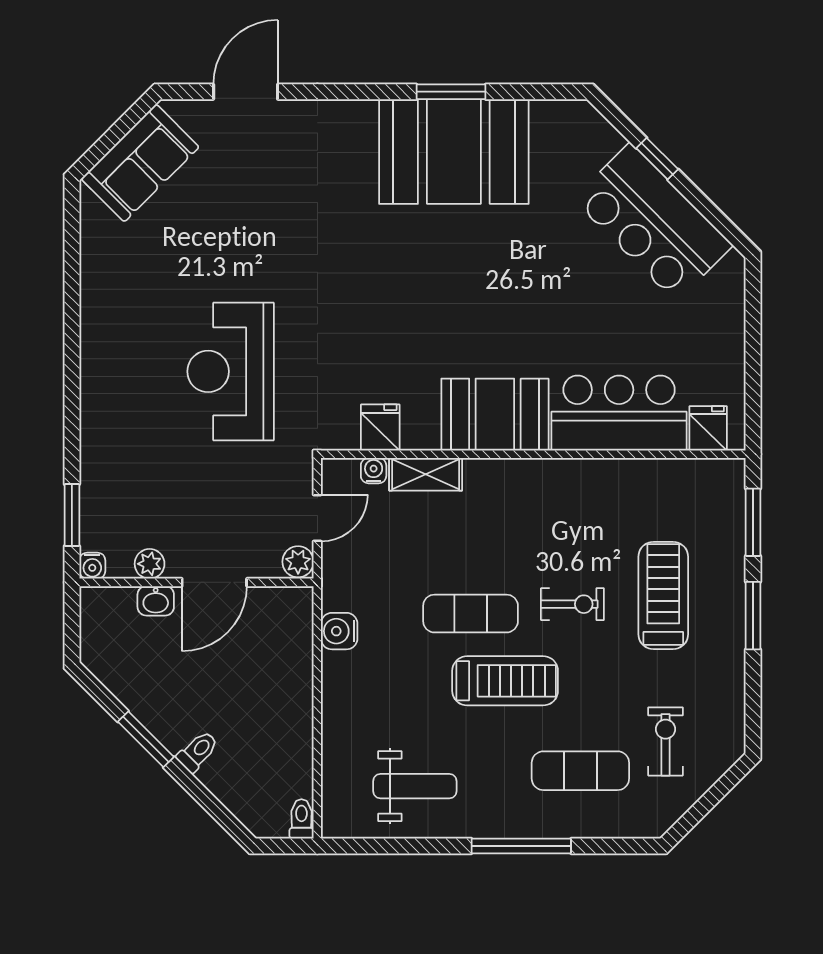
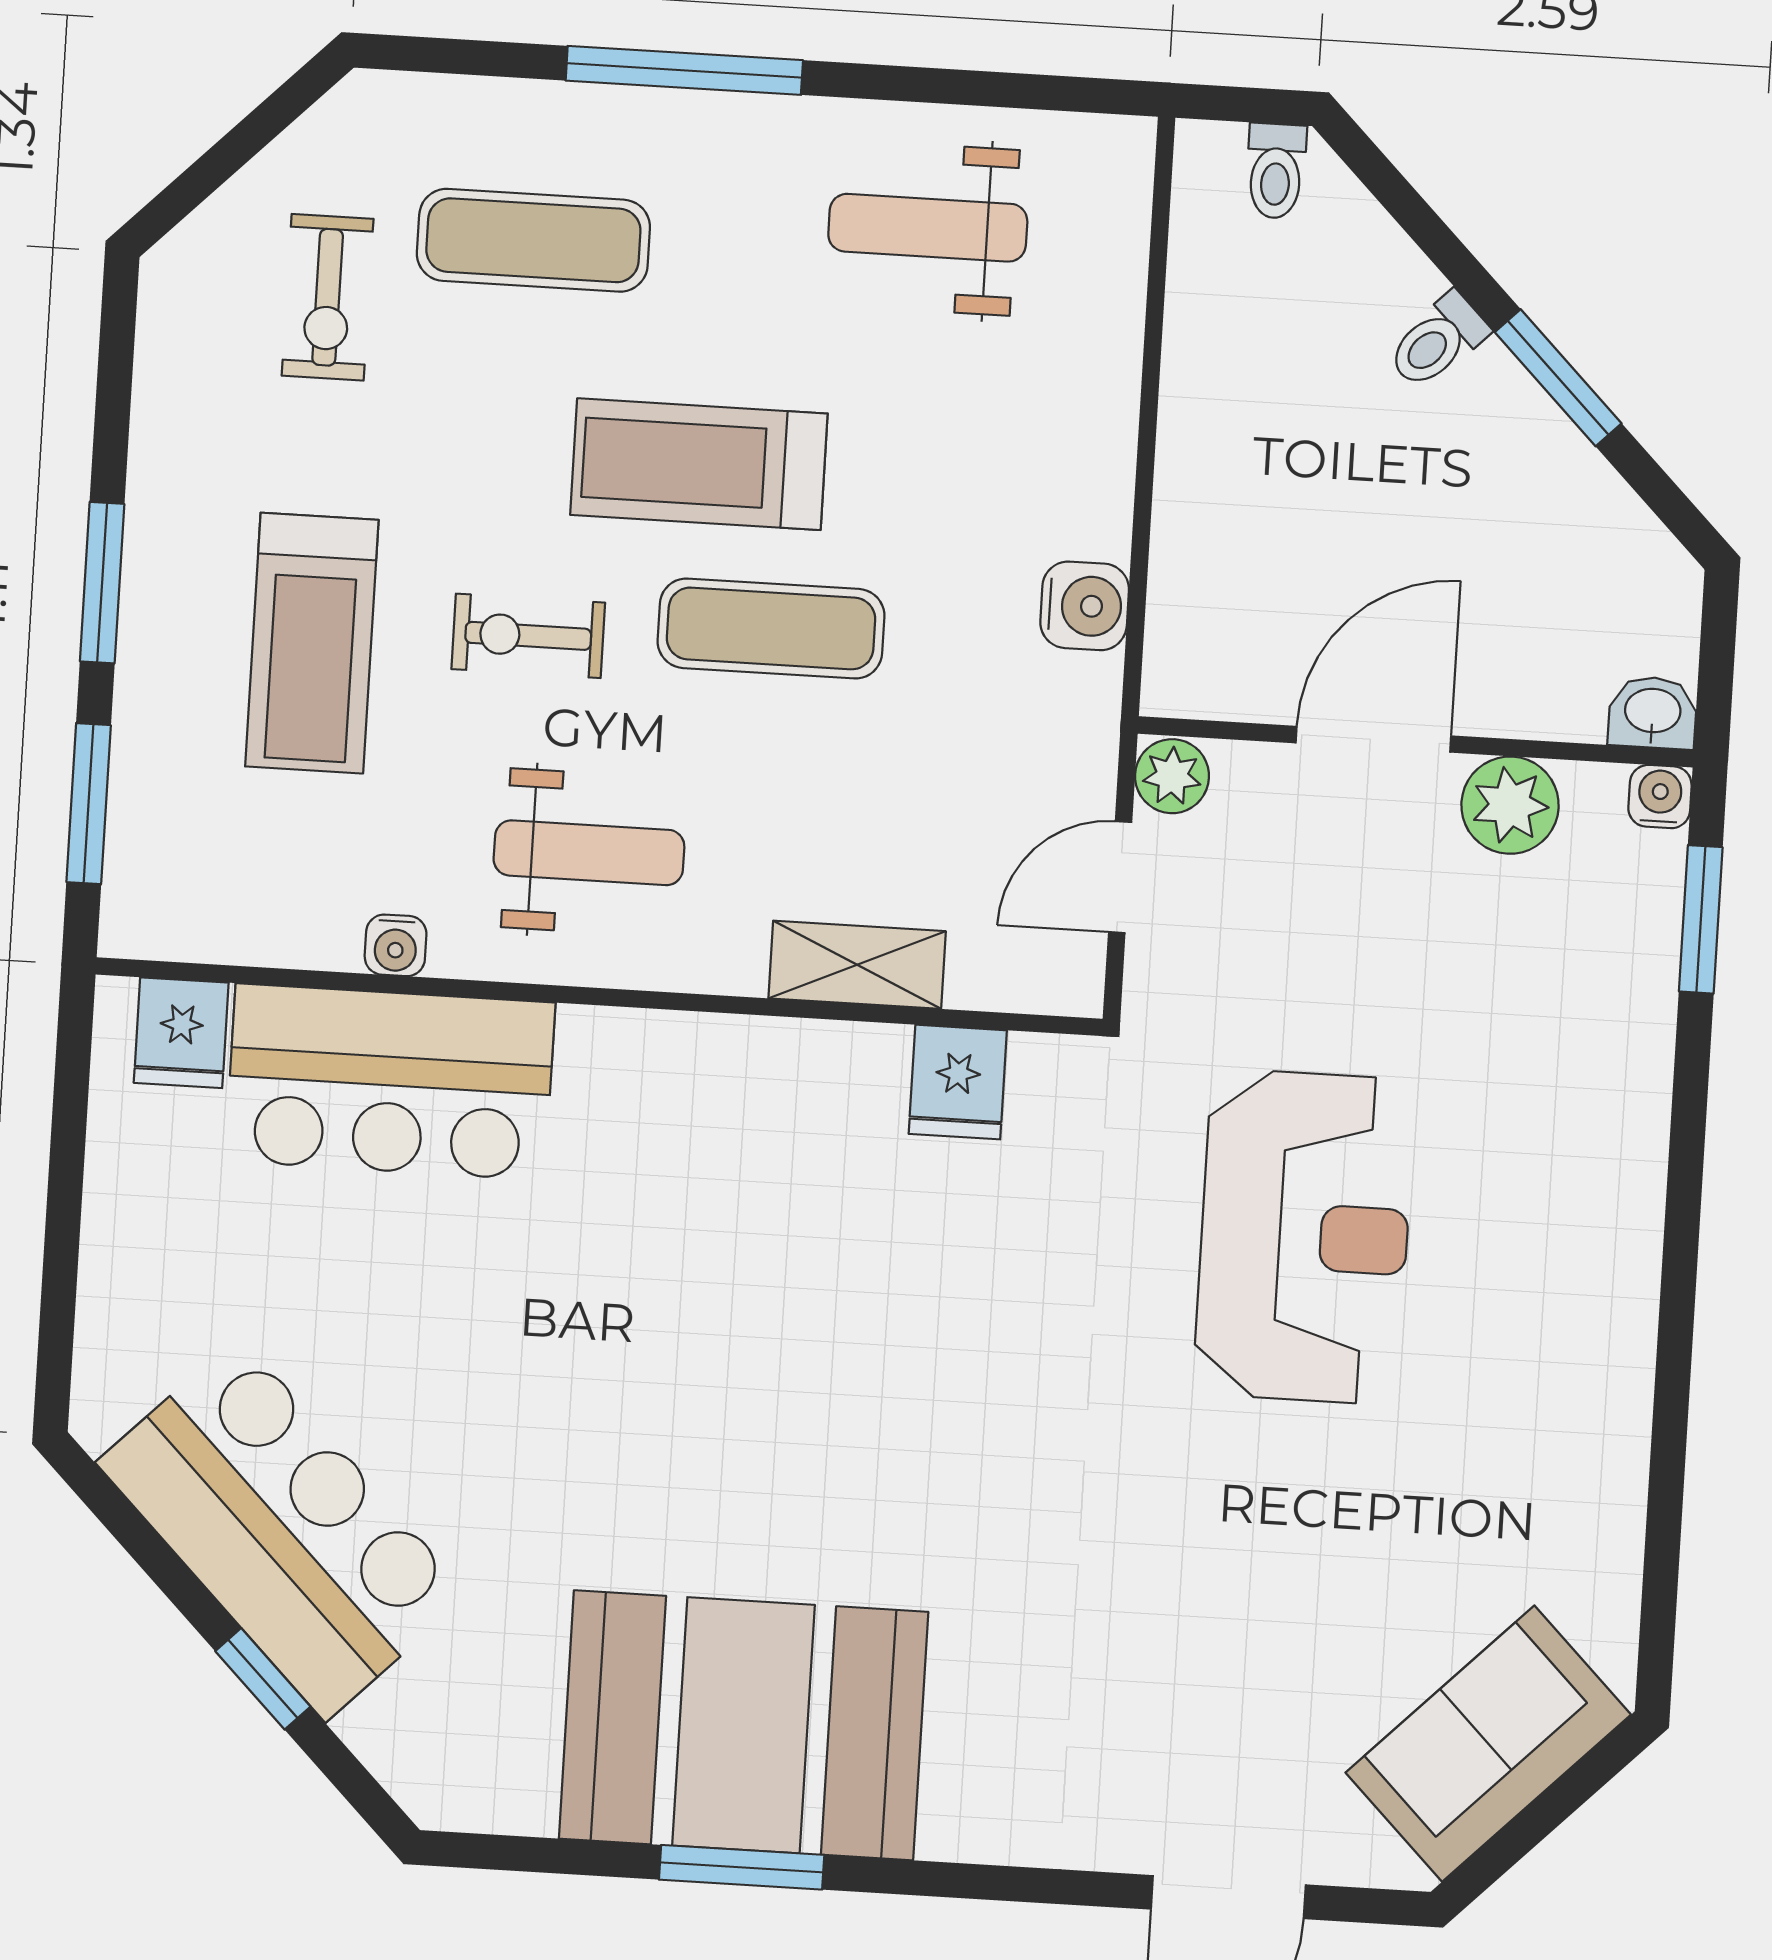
booth: (495, 415) -> (684, 1096), removed
water cooler: (374, 471) -> (396, 945), moved
weight bench: (541, 515) -> (589, 853), added
plant: (150, 564) -> (1510, 805), width x1.38, depth x1.38
washbasin: (156, 601) -> (1653, 713), moved
toilet: (301, 819) -> (1276, 171), moved

